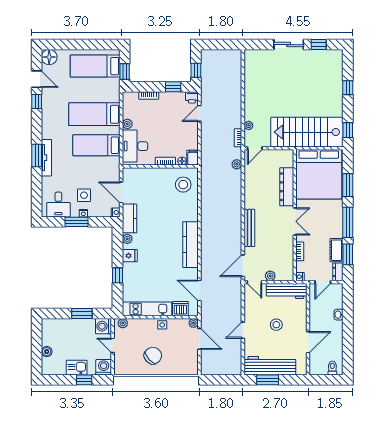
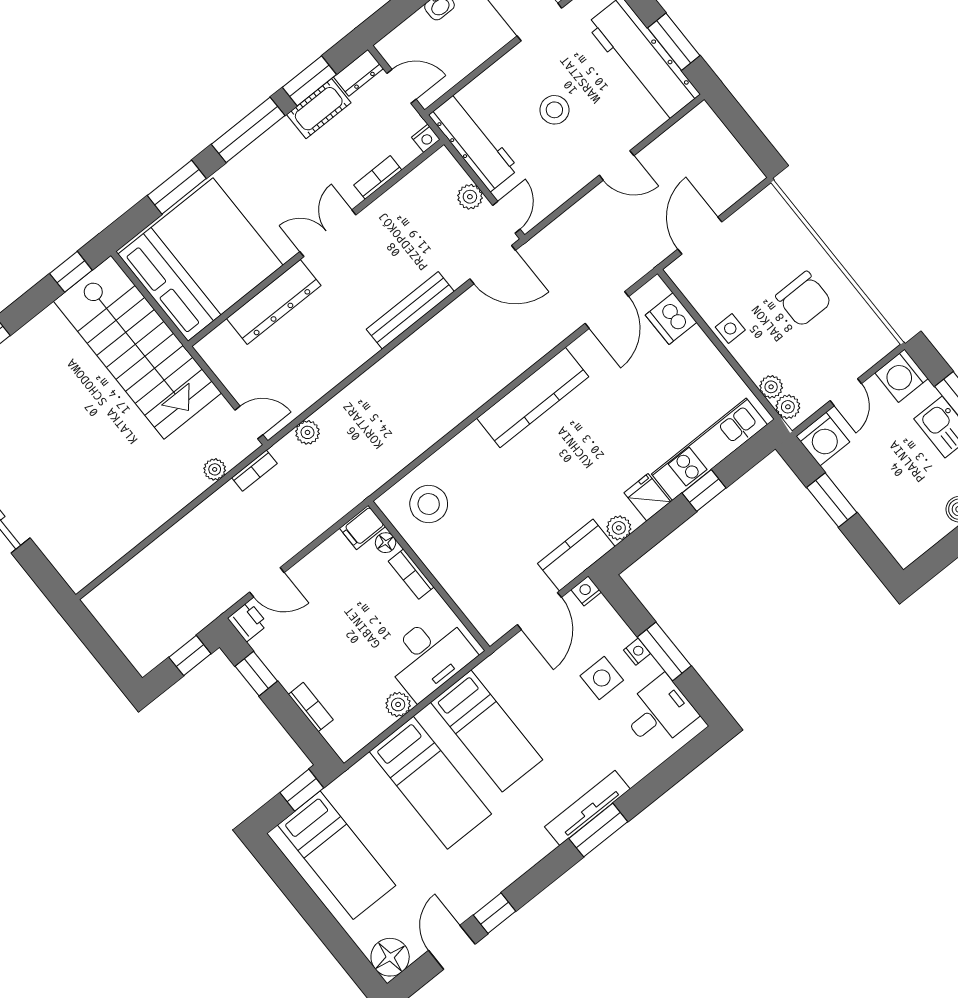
kitchen unit: (147, 309) -> (709, 449), moved, turned 90
plant: (194, 323) -> (771, 387), moved
chair: (153, 356) -> (804, 299), turned -138

